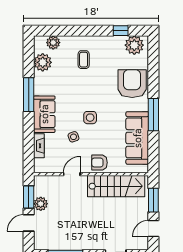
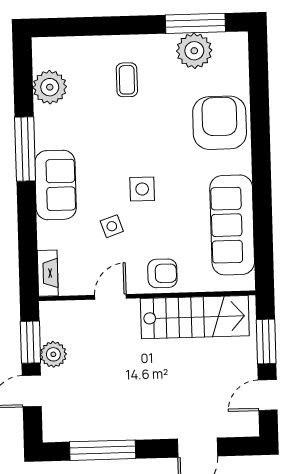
window: (121, 31) -> (195, 23), width x2.17
plant: (53, 43) -> (69, 49), removed
plant: (134, 45) -> (194, 51), moved
window: (153, 115) -> (262, 180), removed
fireplace: (39, 146) -> (48, 273), moved
armchair: (100, 163) -> (162, 273), turned 180

